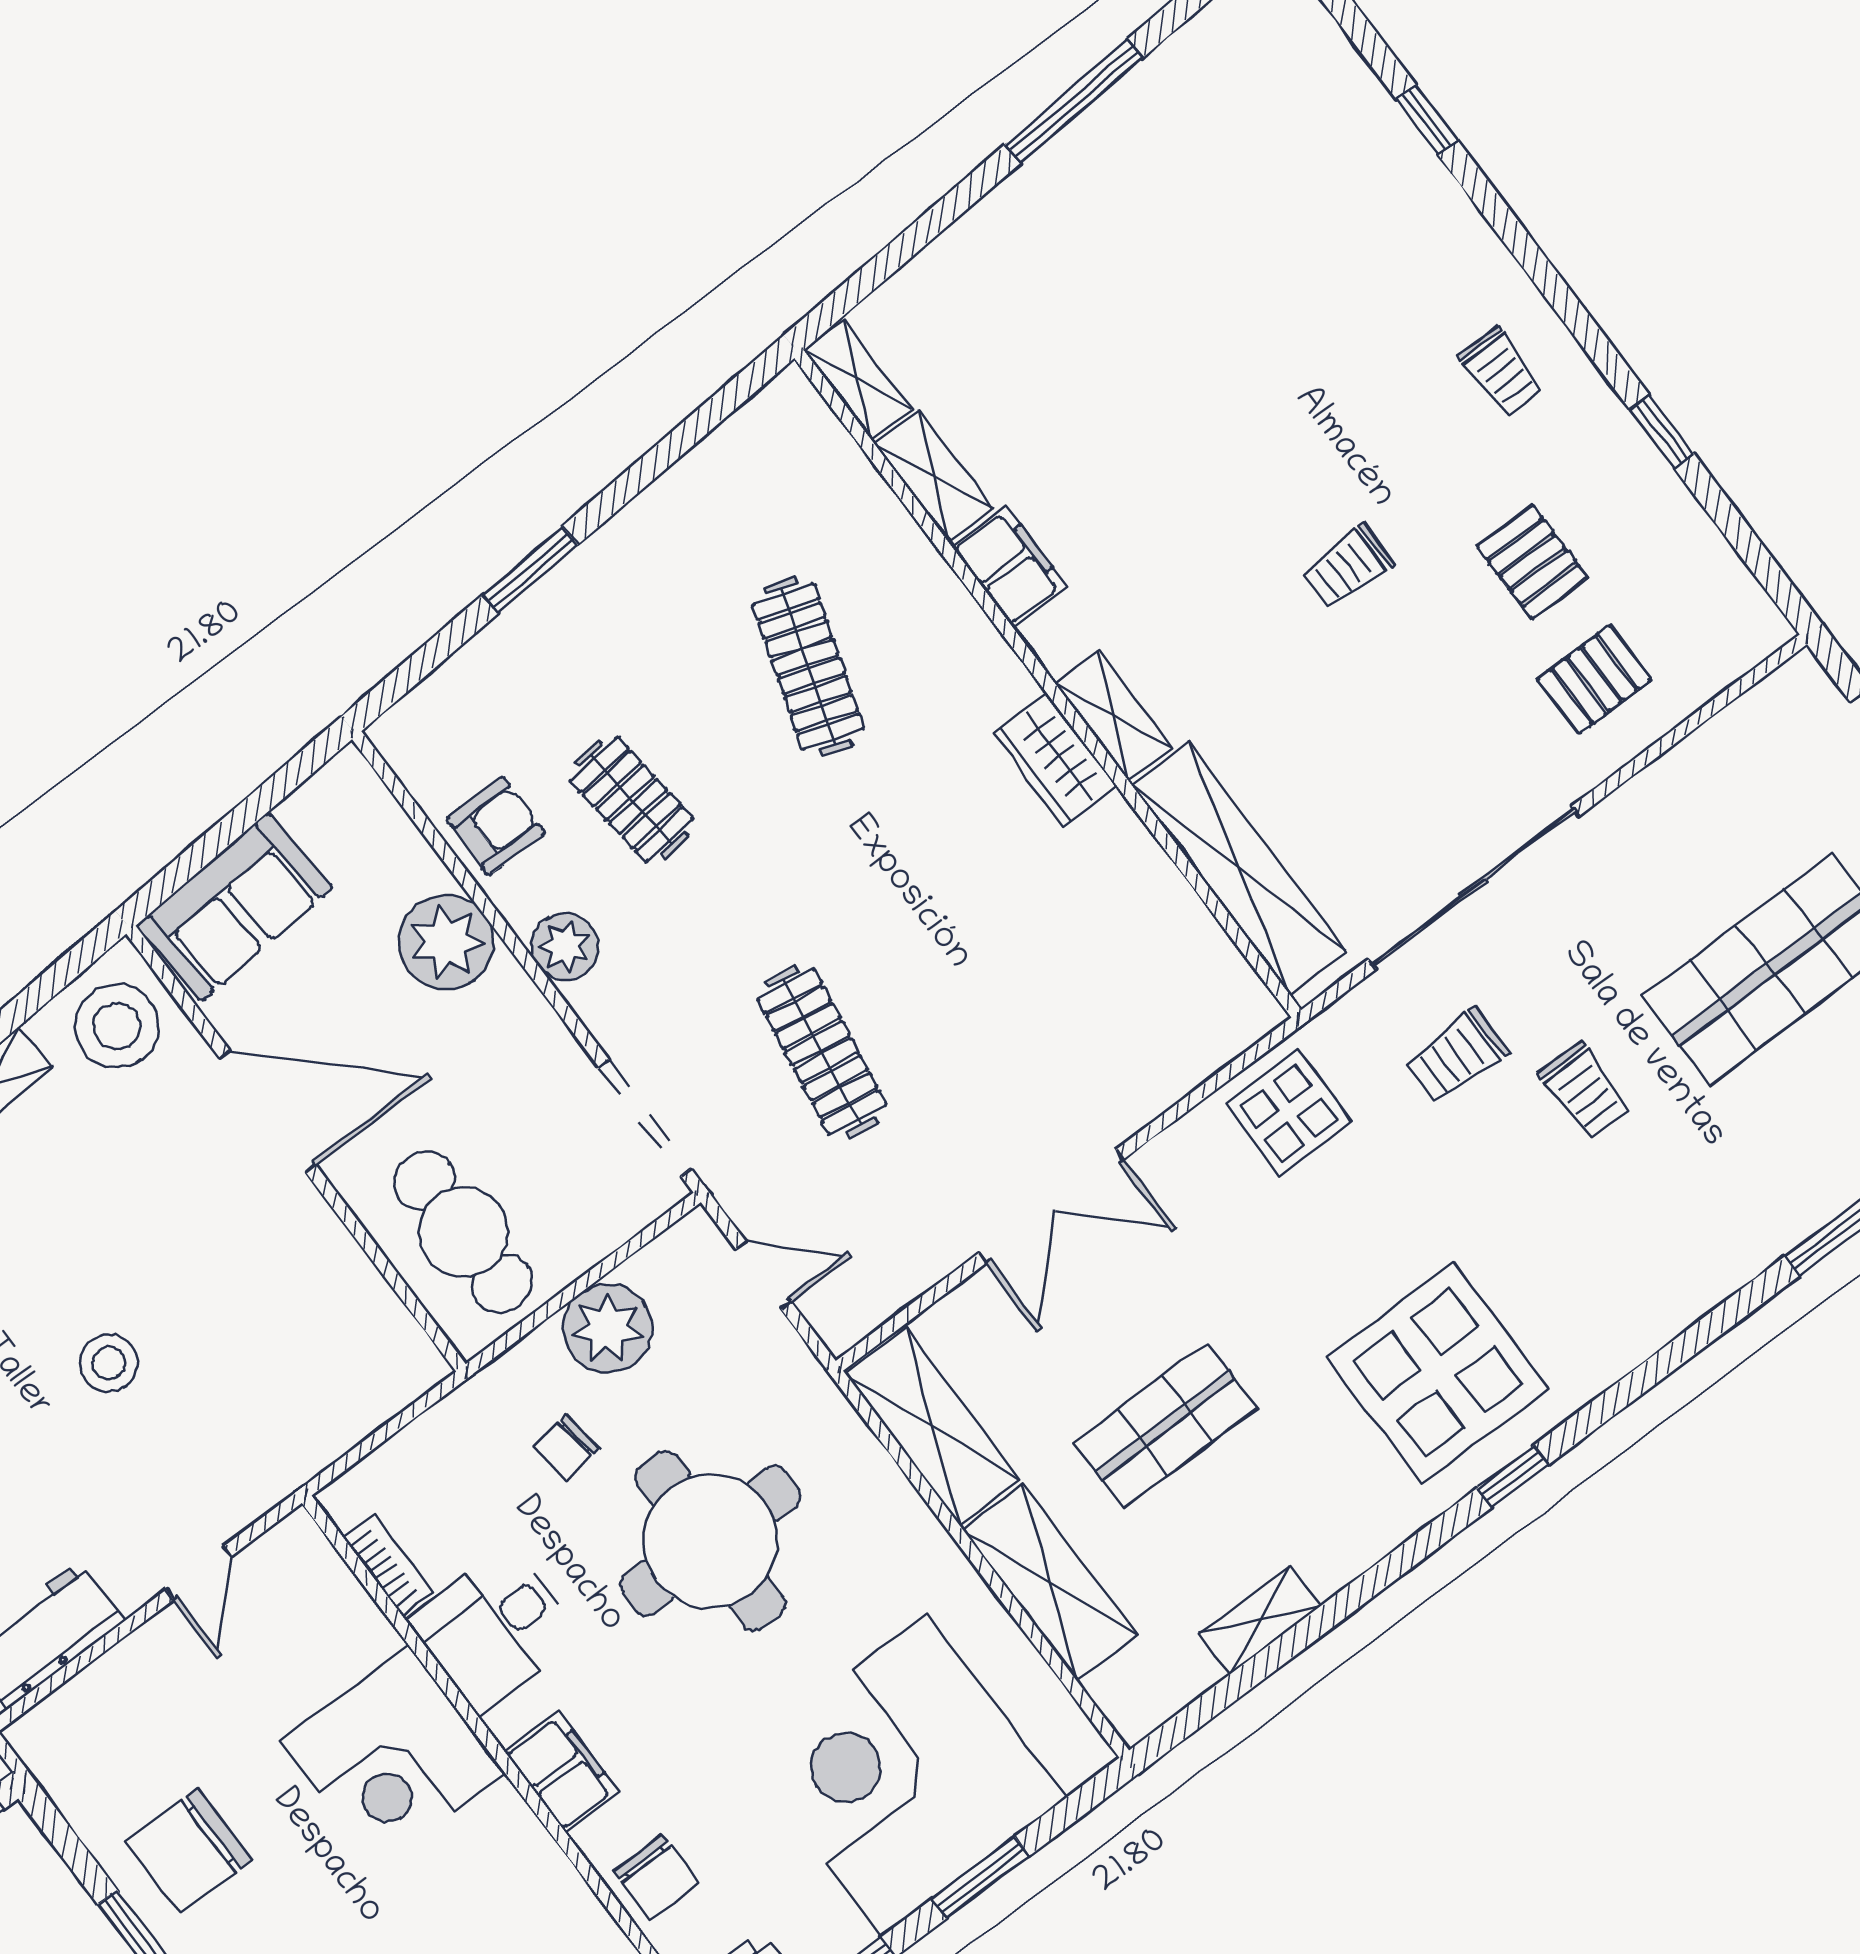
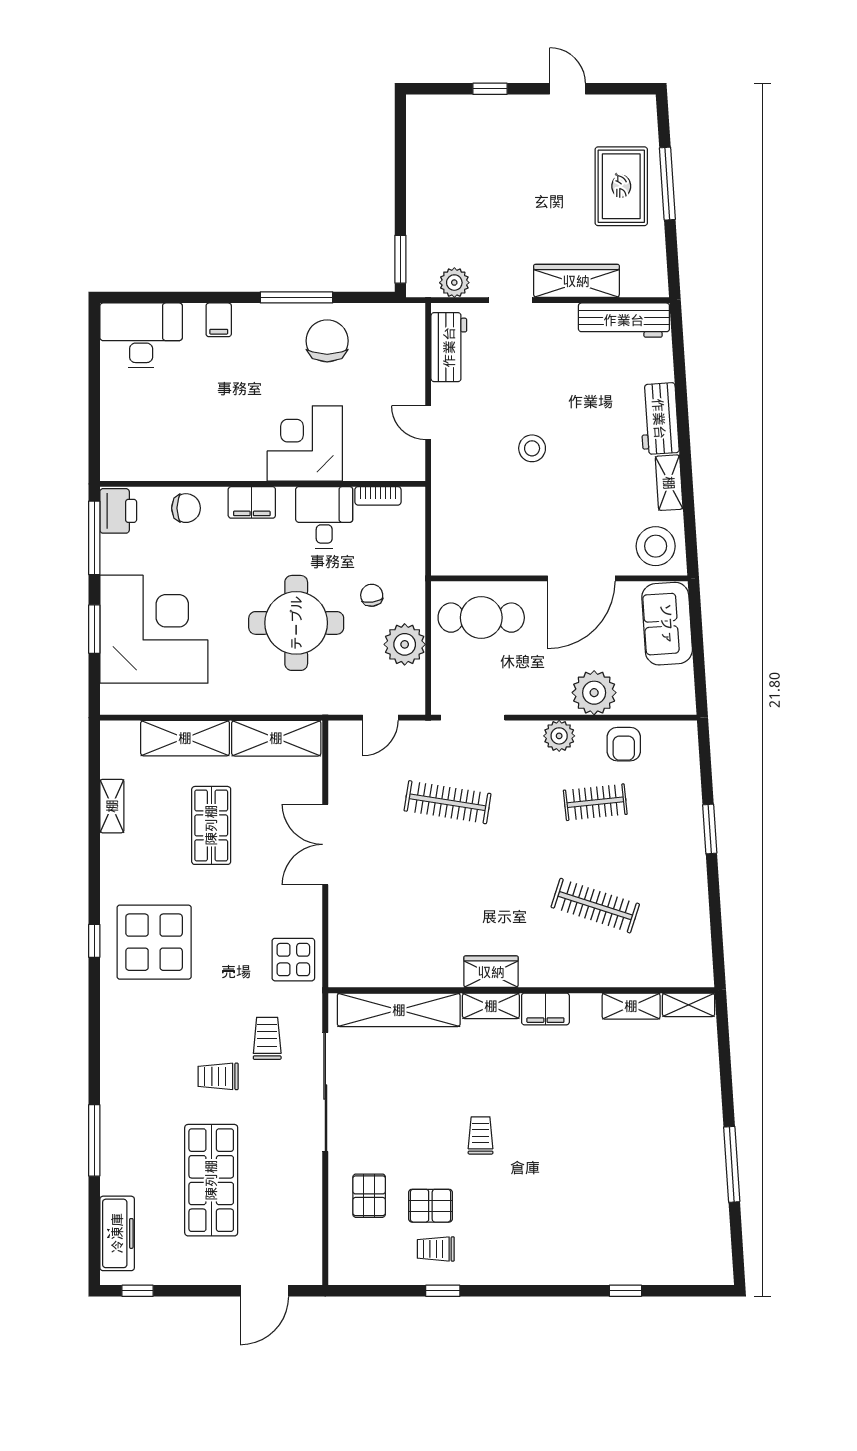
trolley: (1501, 372) -> (436, 1249), moved
filing cabinet: (1009, 567) -> (545, 1009), moved
chair: (656, 1877) -> (186, 508), turned 180

